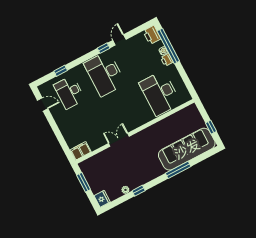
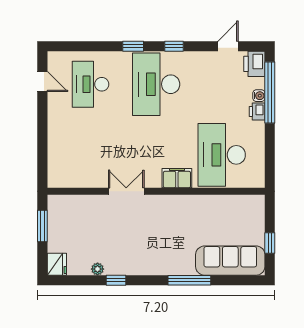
door: (119, 40) -> (228, 46), moved
window: (61, 71) -> (133, 46), moved
sofa: (187, 149) -> (230, 261), width x0.74, depth x0.79
filing cabinet: (81, 151) -> (177, 178), moved

